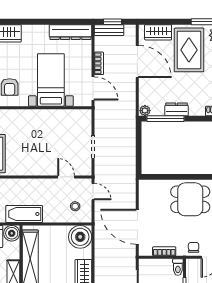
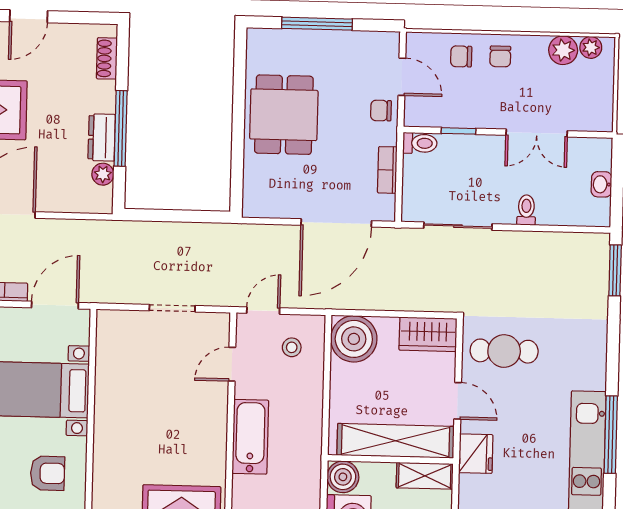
plant: (145, 111) -> (103, 174), moved
window: (165, 119) -> (121, 128), moved
bathtub: (24, 214) -> (250, 437), moved, turned 180

